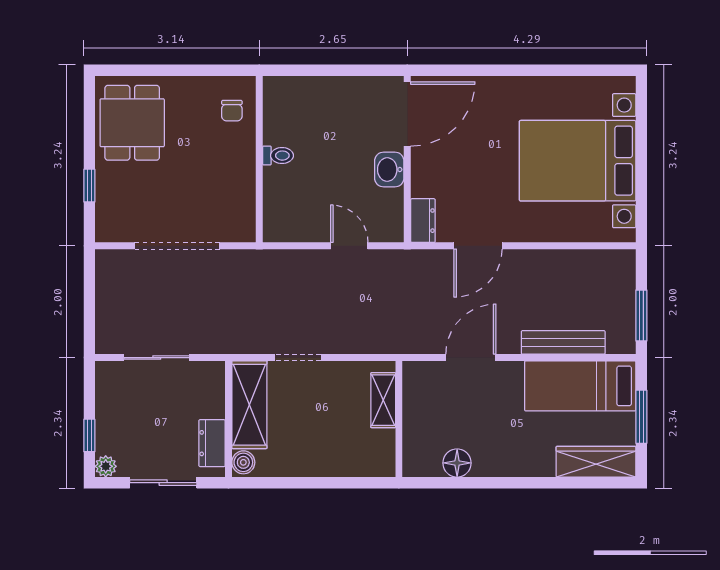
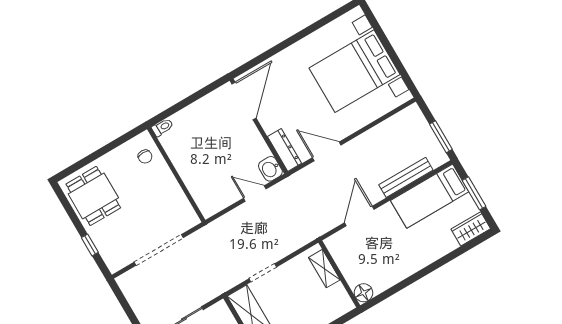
toilet: (278, 156) -> (162, 127), moved
washbasin: (389, 170) -> (270, 169), moved
dresser: (423, 221) -> (285, 150), width x1.44
door: (478, 246) -> (327, 151), swing flipped
wardrobe: (596, 462) -> (471, 229), width x0.67
floor lamp: (457, 463) -> (363, 293), moved

